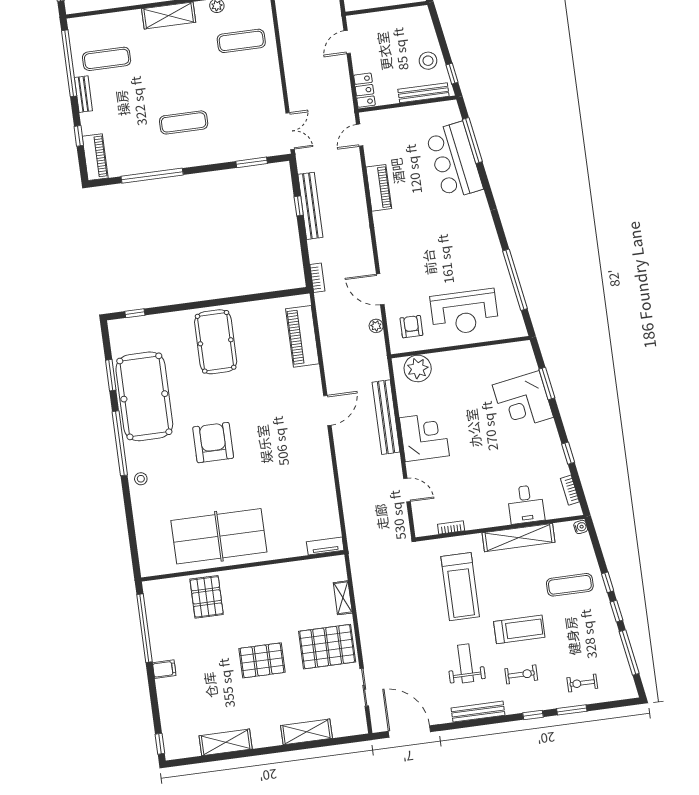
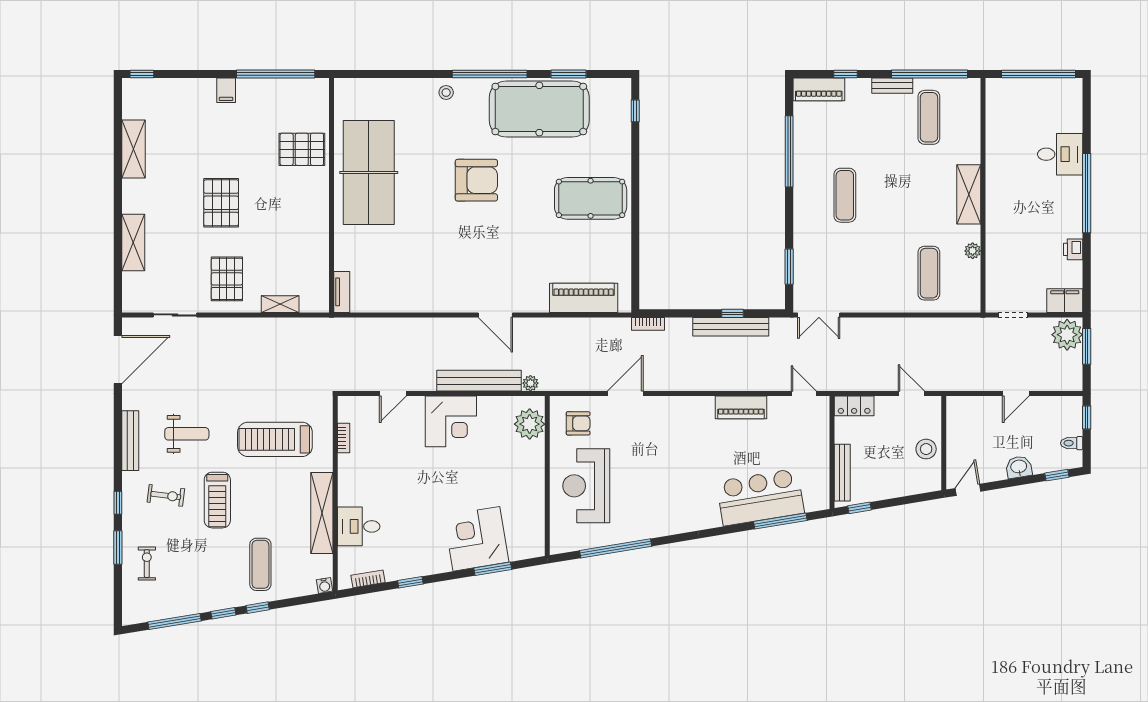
stool: (428, 61) -> (926, 449), moved
plant: (376, 326) -> (530, 383), moved
pallet: (327, 647) -> (227, 279), width x0.73, depth x0.71
exercise bike: (521, 674) -> (166, 495), turned -83

